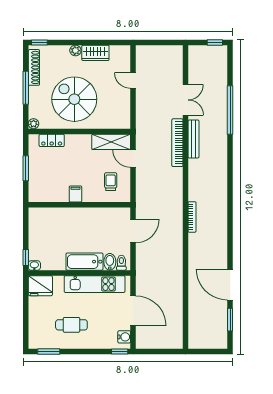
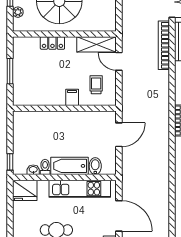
plant: (34, 124) -> (18, 12), moved
locker: (52, 140) -> (52, 43), moved
filing cabinet: (75, 194) -> (72, 97), moved
toilet: (121, 263) -> (45, 167), moved
washbasin: (34, 265) -> (33, 170), moved

